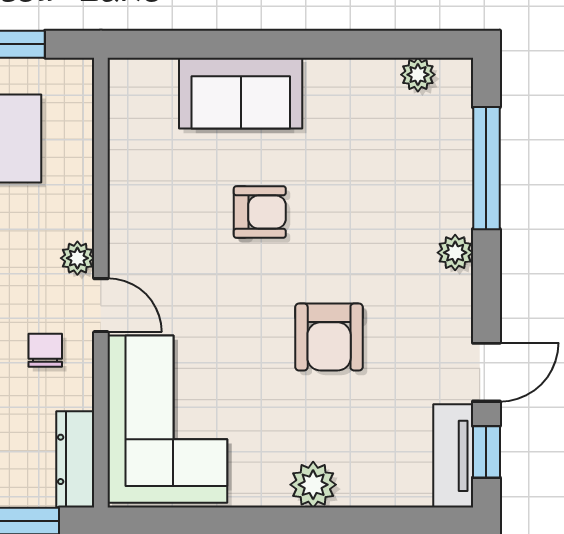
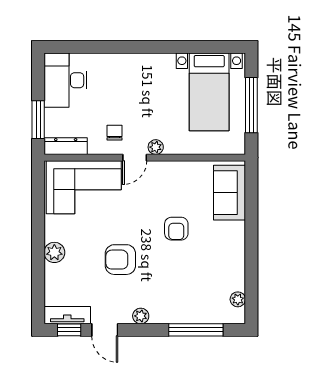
sofa: (241, 93) -> (229, 193), moved
plant: (455, 253) -> (141, 316), moved
chair: (45, 350) -> (114, 133), turned -90

